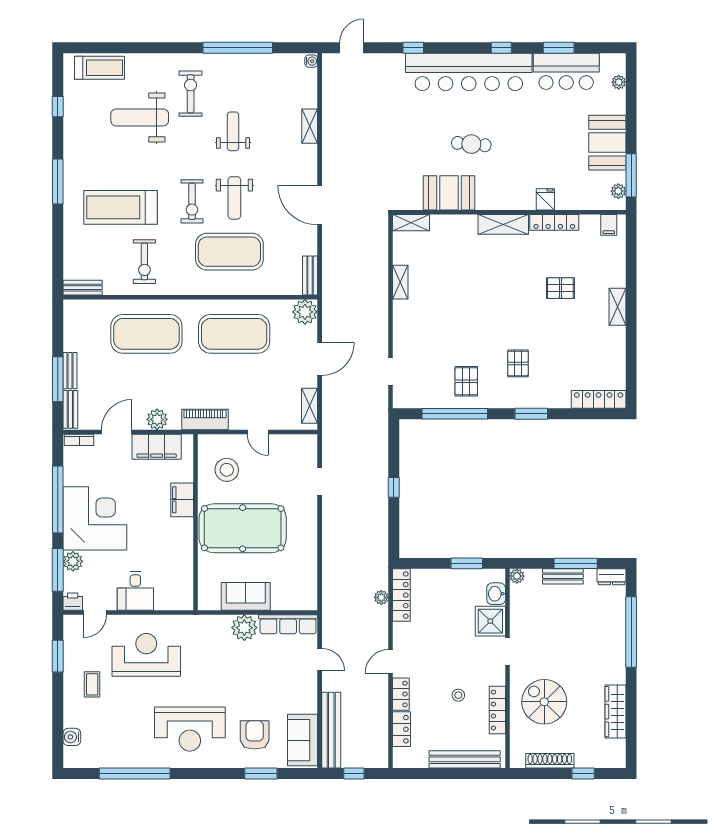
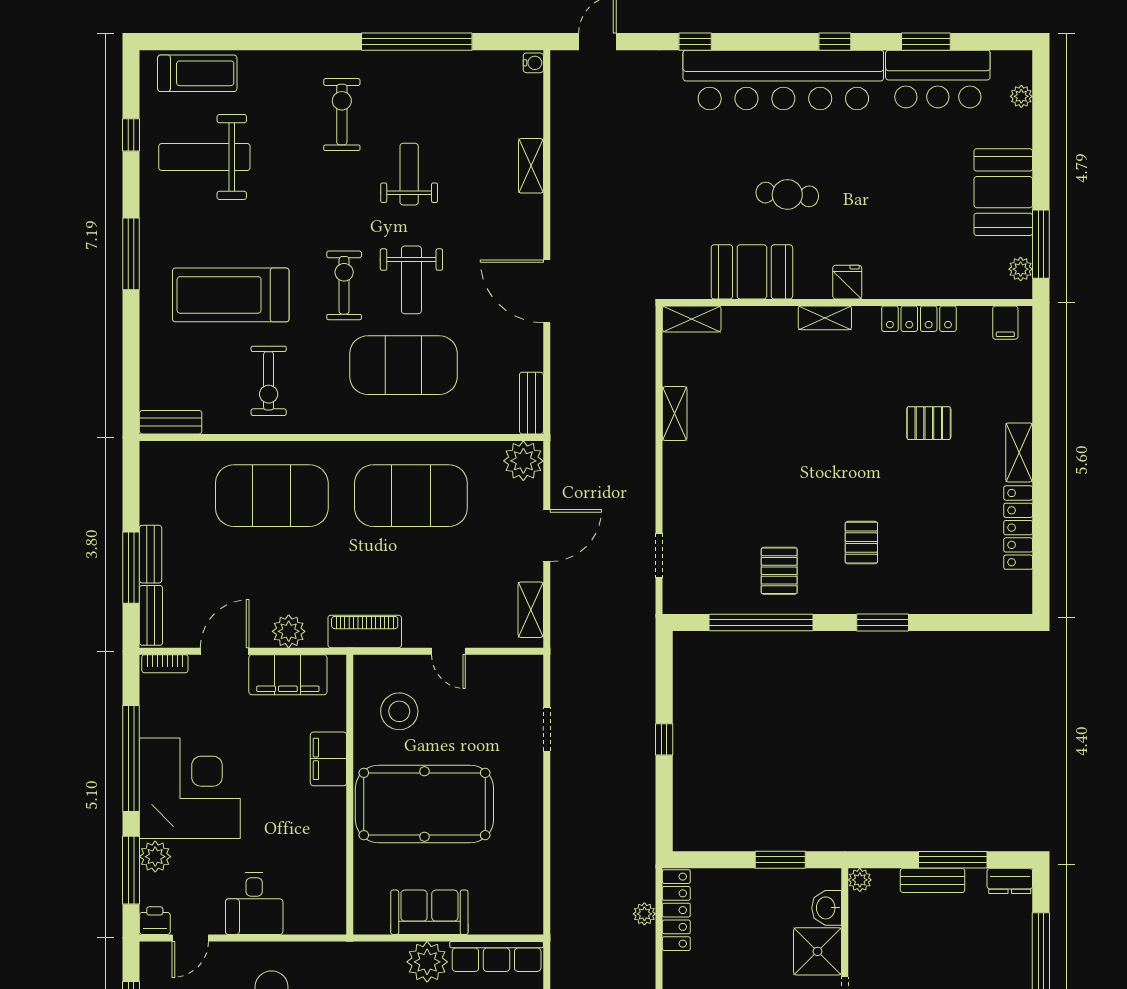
weight bench: (140, 117) -> (204, 157), moved
fridge: (545, 199) -> (847, 282), moved
exercise bike: (192, 201) -> (344, 285), turned 180
shelving: (503, 224) -> (825, 318), width x0.67, depth x0.75
locker: (599, 399) -> (1018, 528), moved, turned -90

